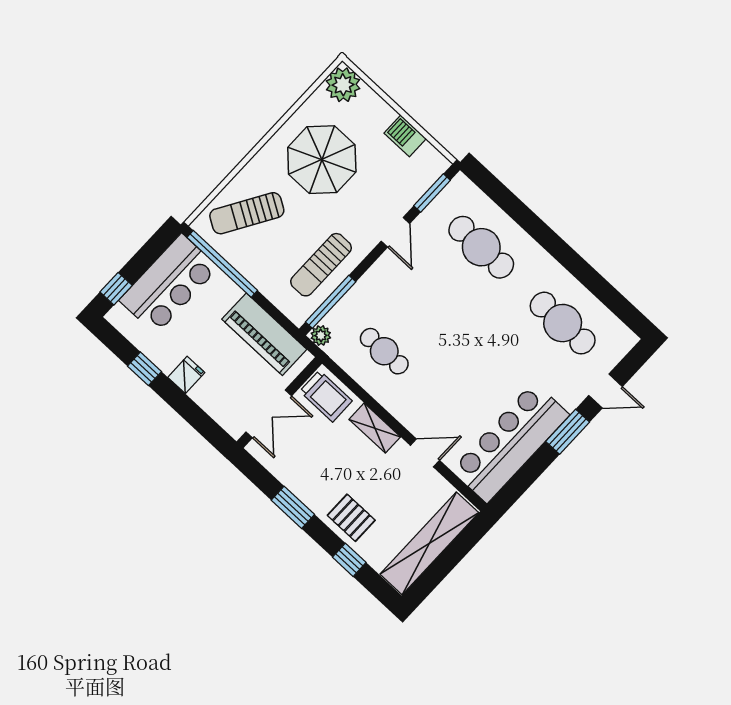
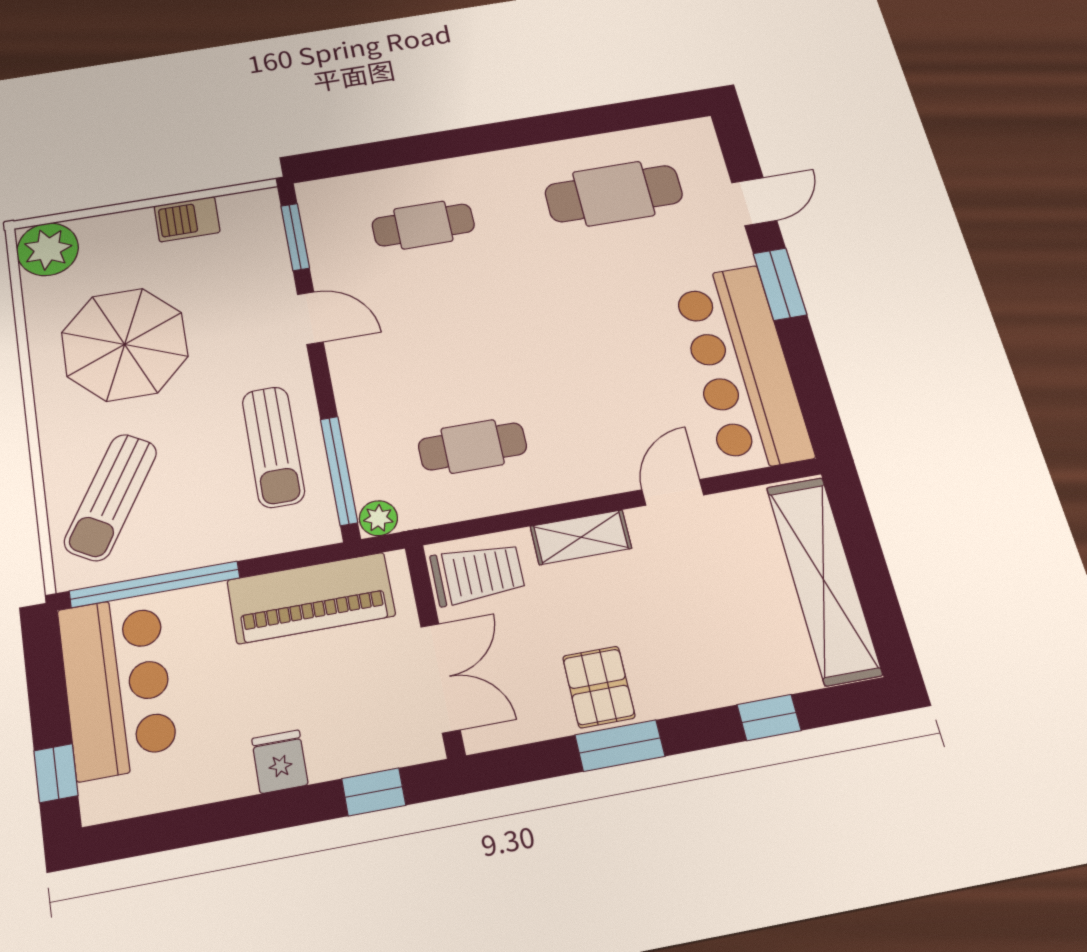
cafe table: (481, 247) -> (423, 225), width x0.73, depth x0.74
window: (144, 369) -> (374, 792), moved
pallet: (351, 518) -> (599, 687), moved, turned 90

